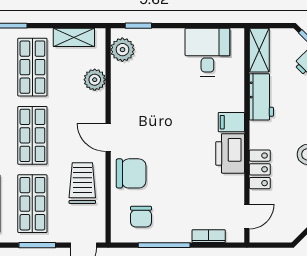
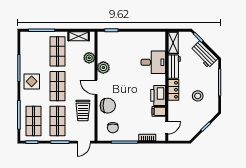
plant: (122, 50) -> (103, 68), moved
desk: (207, 52) -> (153, 62), moved, turned 90
filing cabinet: (231, 122) -> (159, 111), moved
locker: (260, 169) -> (173, 90), moved
trolley: (82, 183) -> (83, 111), turned 180

